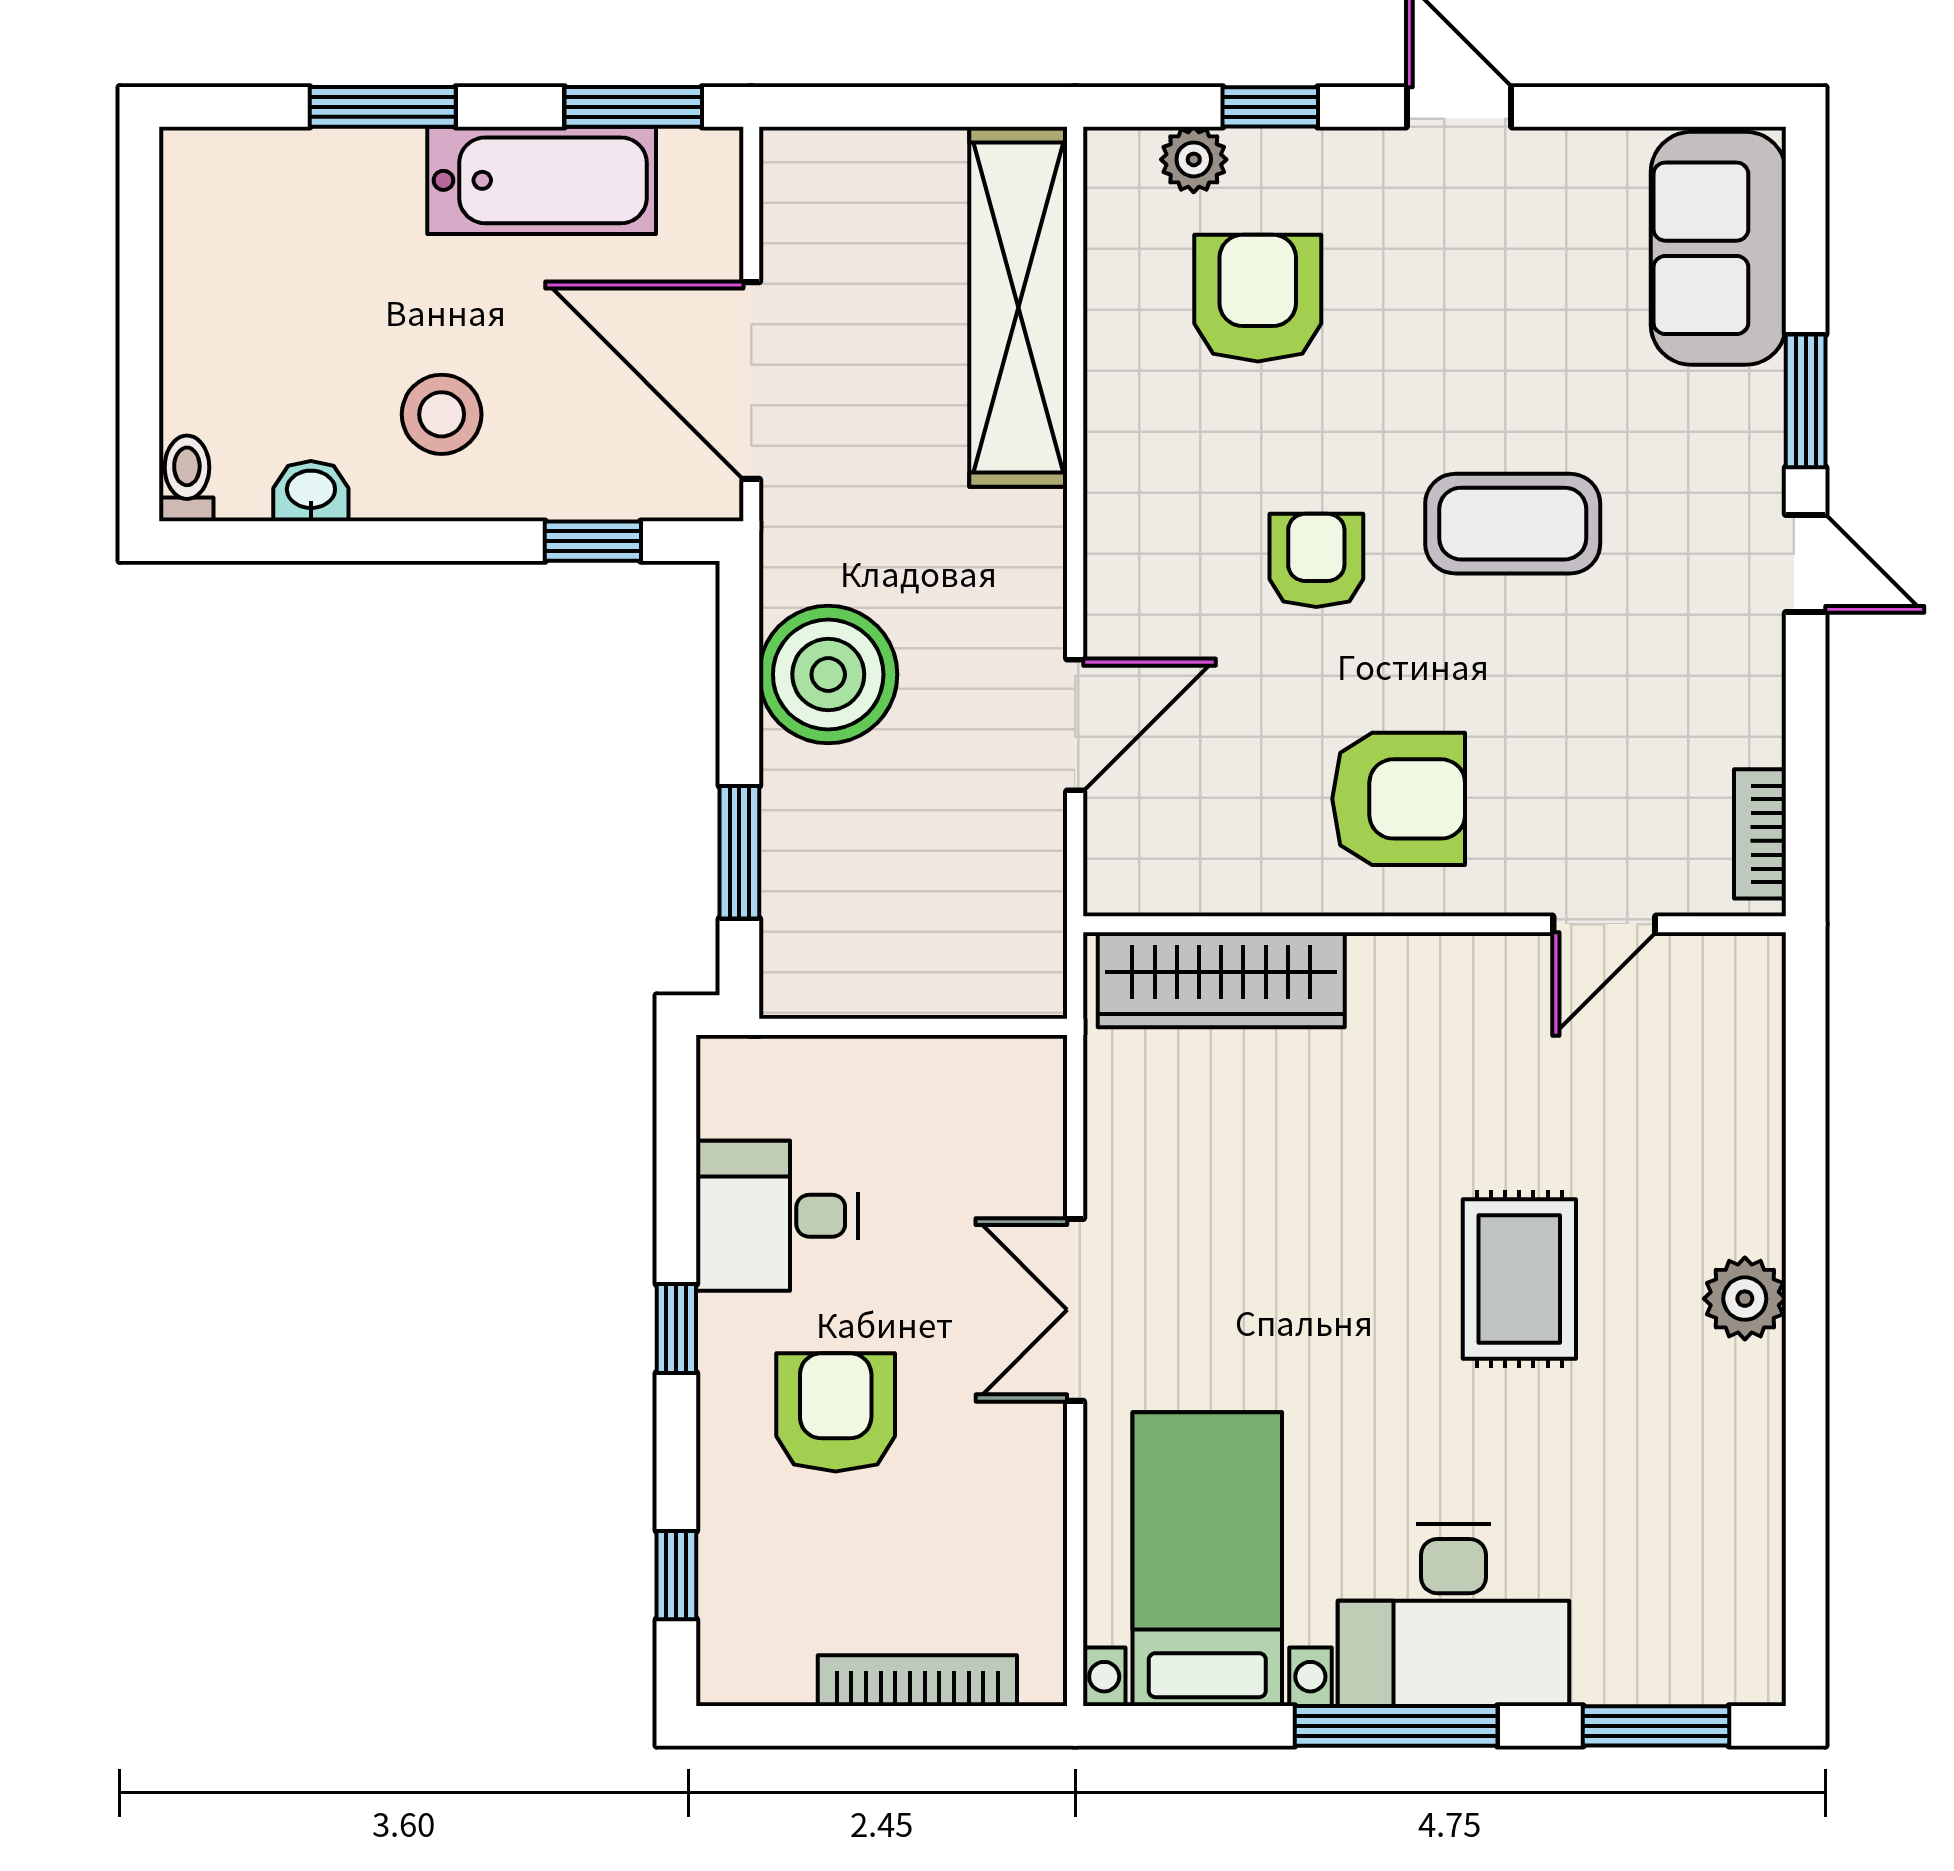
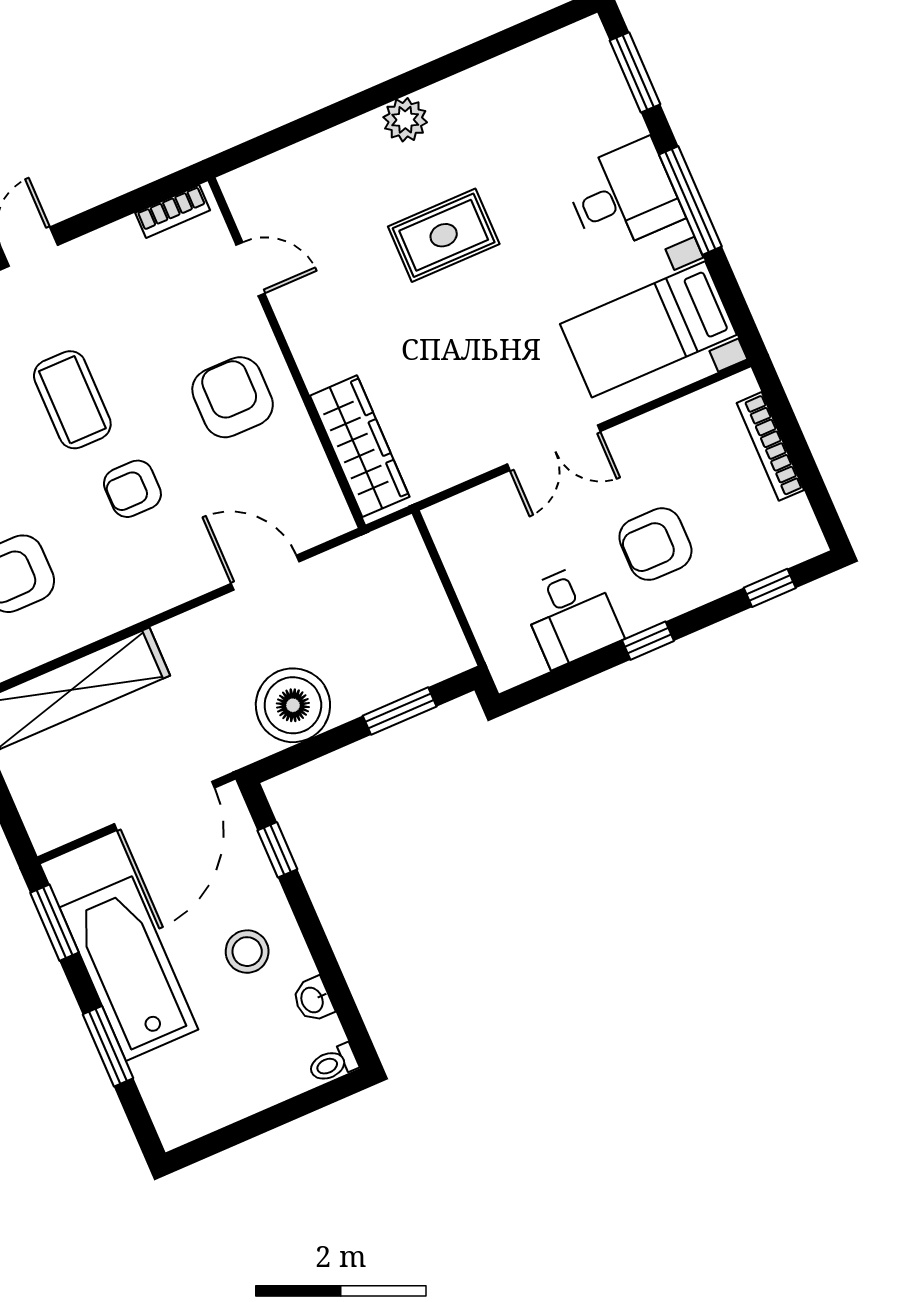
bathtub: (542, 180) -> (129, 969), width x1.36, depth x1.36
desk: (1454, 1615) -> (624, 196), width x0.73

